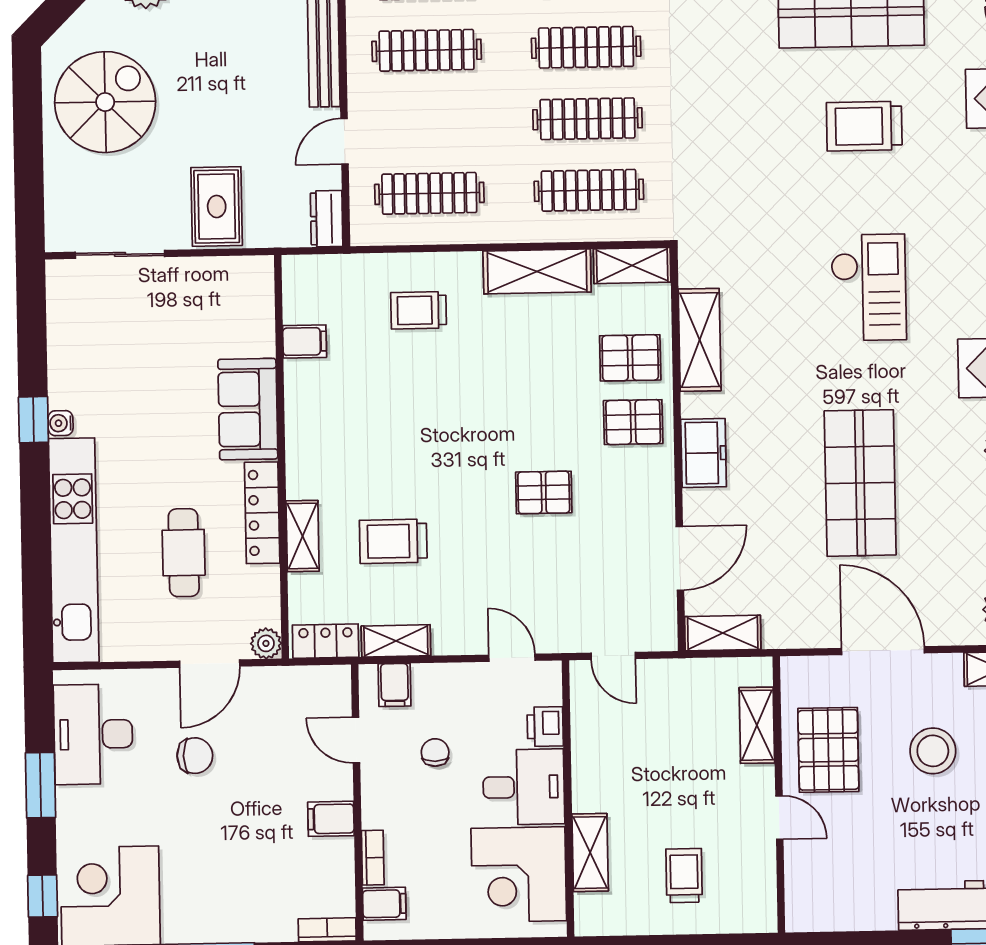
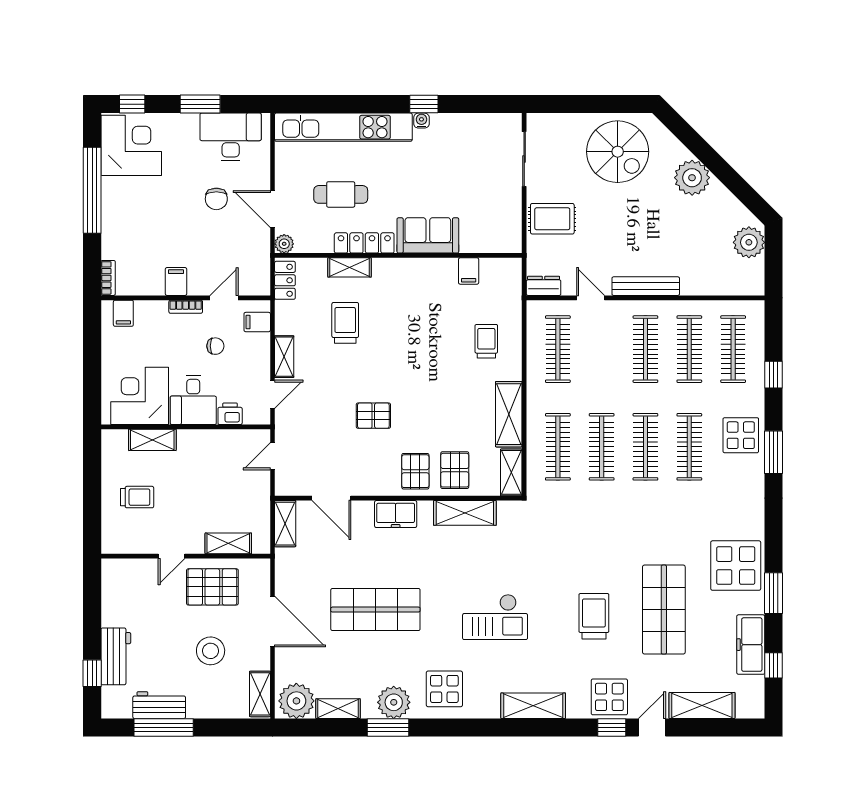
pallet: (544, 492) -> (373, 416), turned 90
shelving: (396, 641) -> (284, 357), moved
door: (883, 651) -> (272, 622), hinge flipped
bookcase: (373, 858) -> (186, 307), moved

